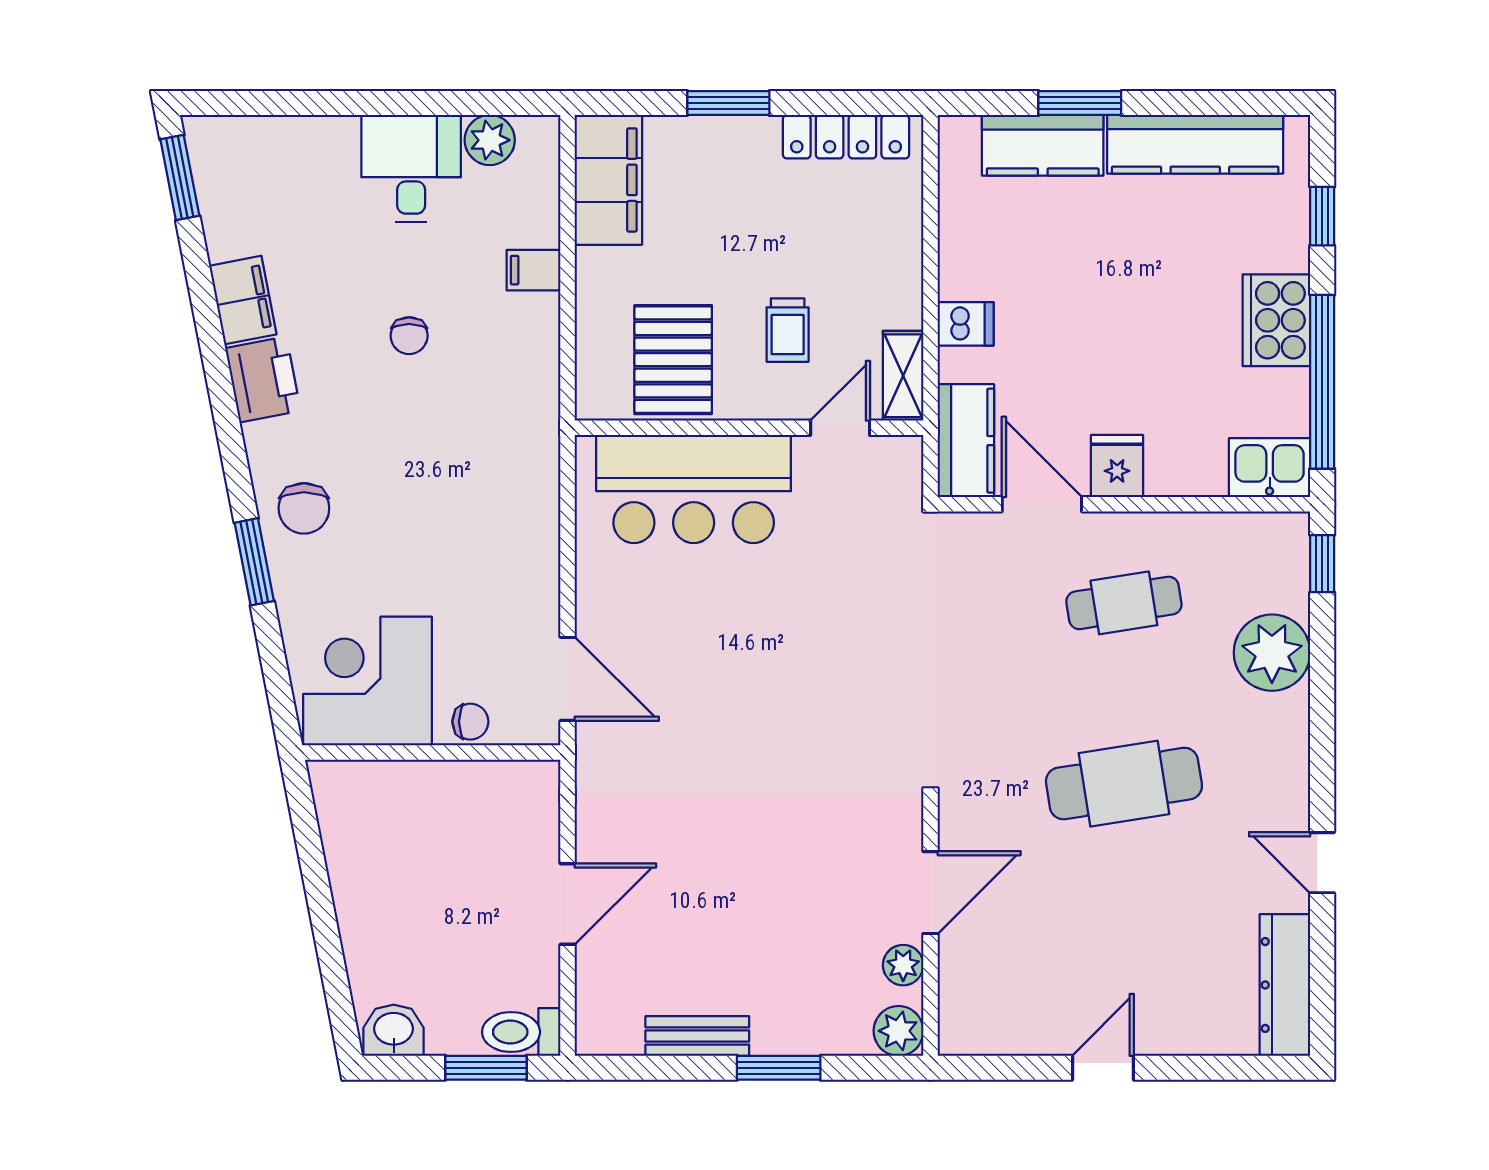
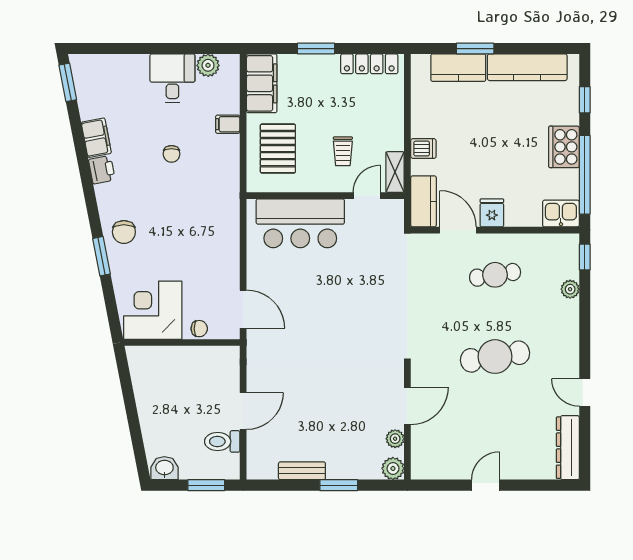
pallet: (673, 360) -> (278, 149), moved
printer: (263, 379) -> (102, 170), width x0.73, depth x0.81
plant: (1272, 653) -> (570, 289), width x0.53, depth x0.53
toilet: (521, 1032) -> (222, 441), moved

